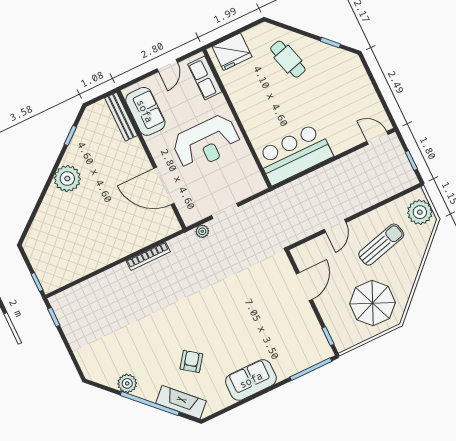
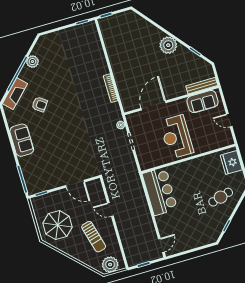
row of seats: (205, 78) -> (217, 143), removed

